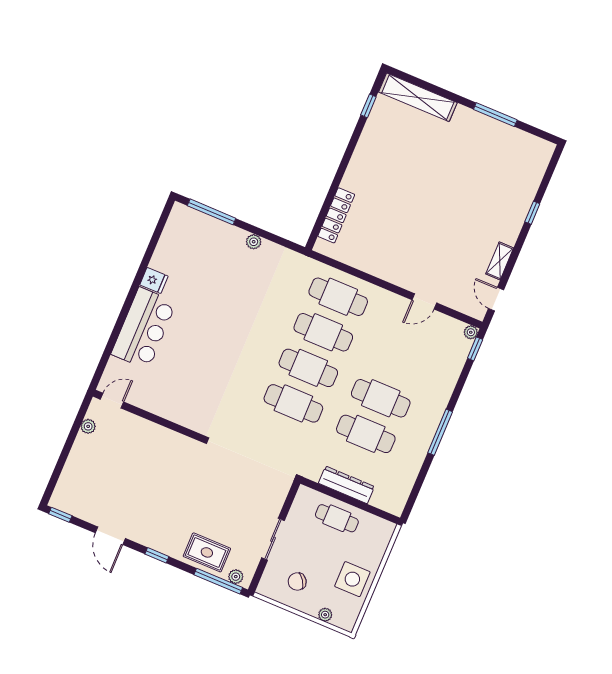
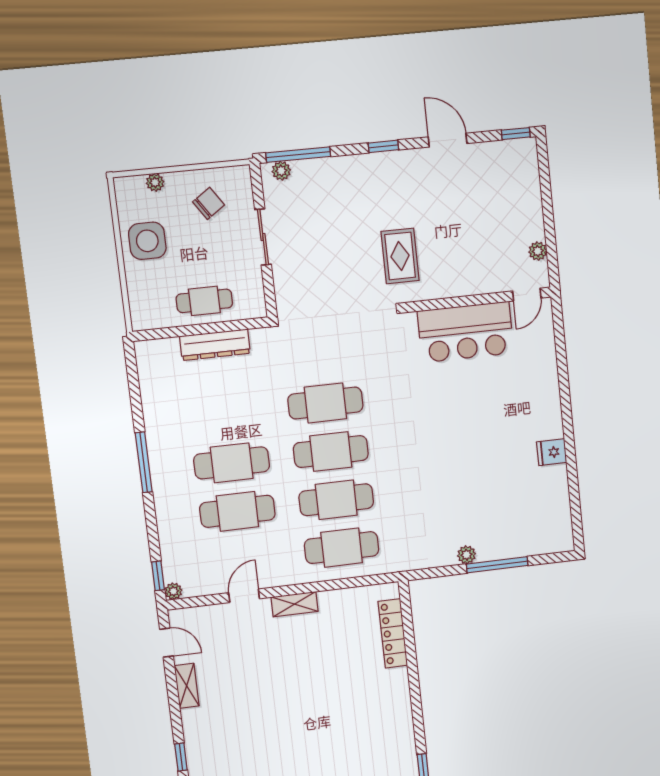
window: (212, 212) -> (497, 565), moved
shelving: (393, 276) -> (294, 604), added
bar counter: (144, 328) -> (466, 332), moved, turned -90
cafe table: (366, 434) -> (237, 511), moved
rug: (207, 552) -> (400, 256), moved, turned 90

